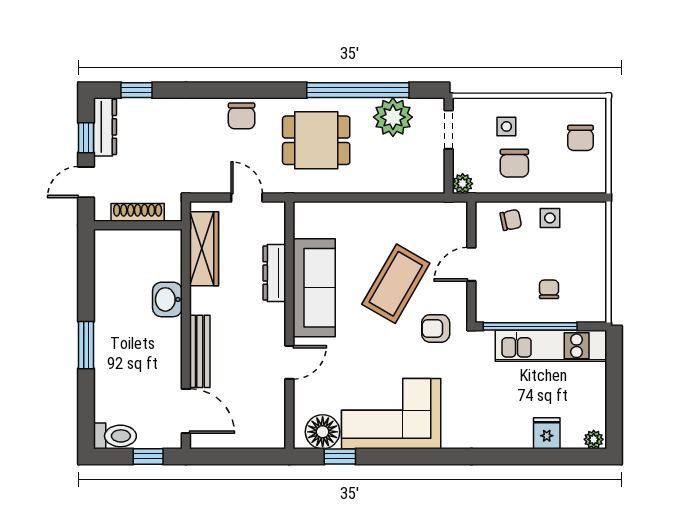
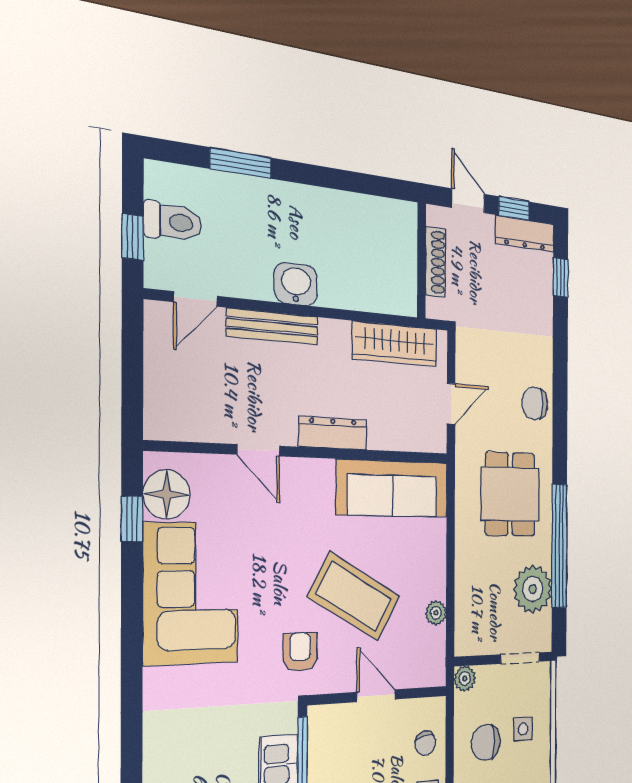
plant: (410, 211) -> (436, 613), added
dresser: (274, 273) -> (333, 433), moved
sofa: (314, 288) -> (393, 488), moved
washbasin: (167, 299) -> (296, 284), moved
window: (86, 345) -> (241, 163), moved
door: (186, 411) -> (195, 299), width x0.73
toilet: (115, 436) -> (173, 222), moved, turned -90

